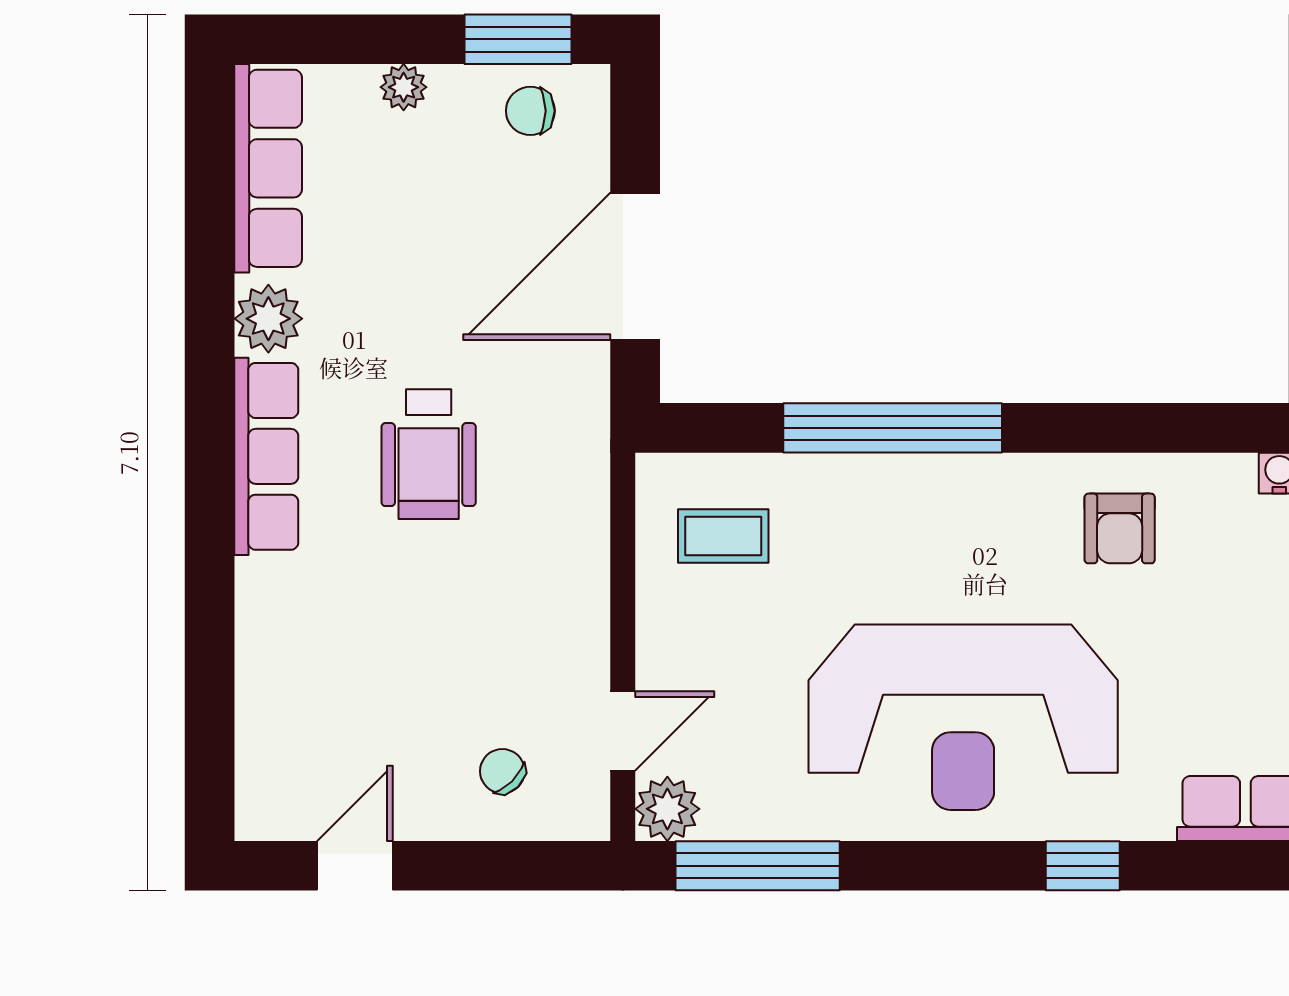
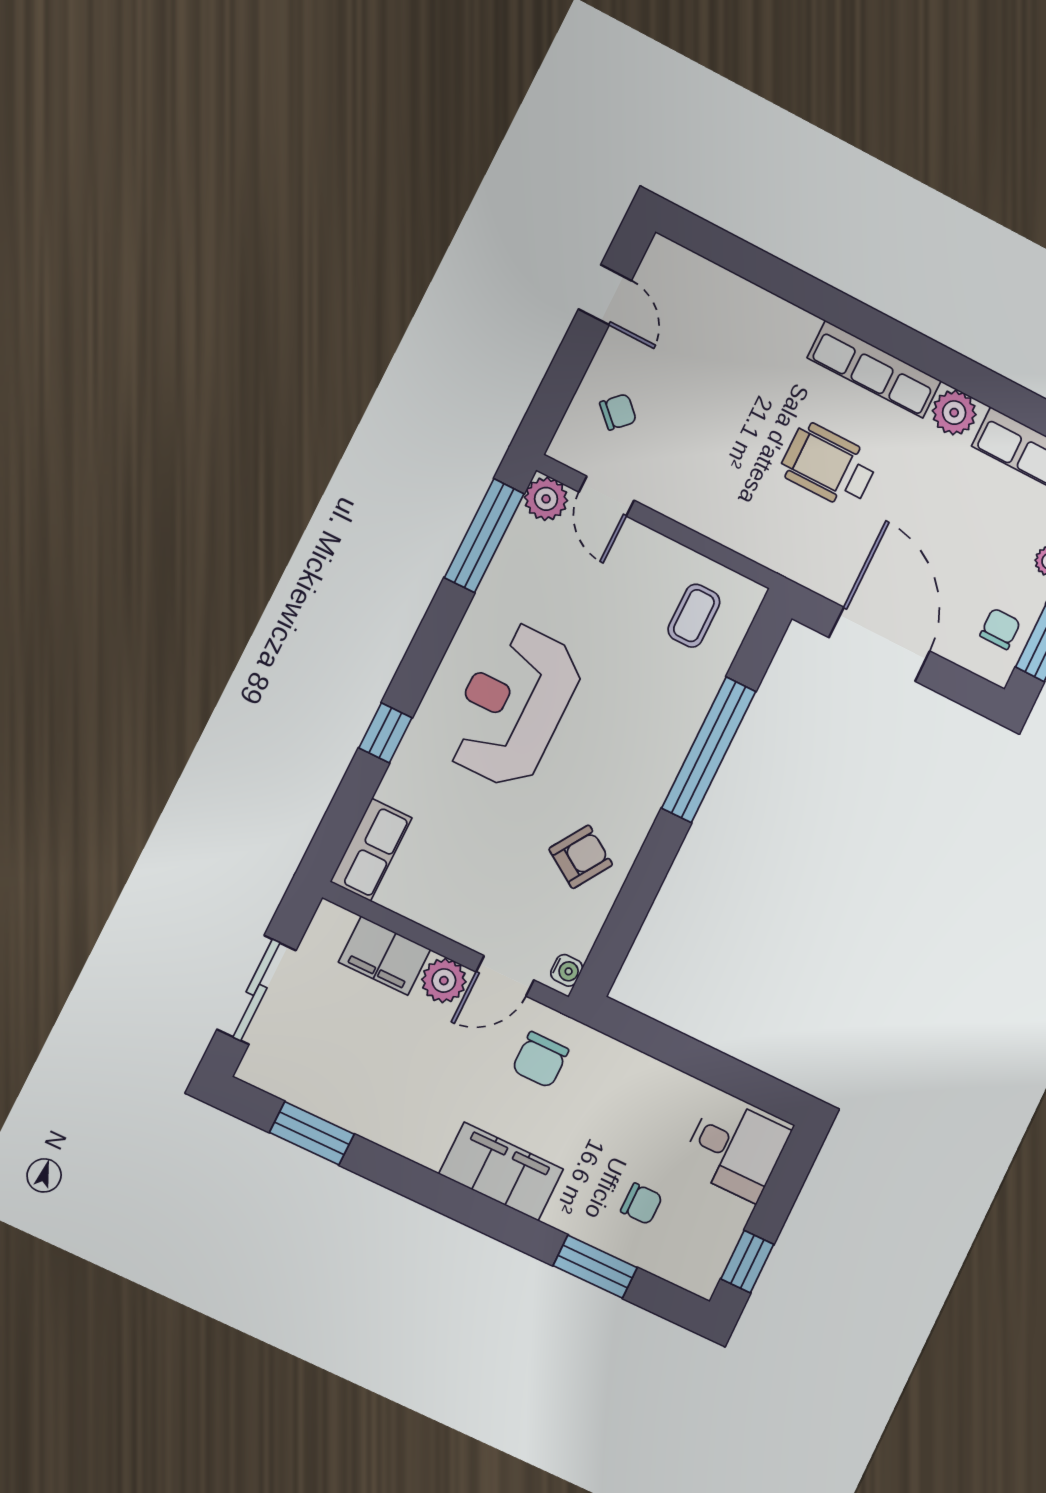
armchair: (1120, 528) -> (581, 857), turned 123
reception desk: (963, 717) -> (513, 705), width x0.74, depth x0.77

